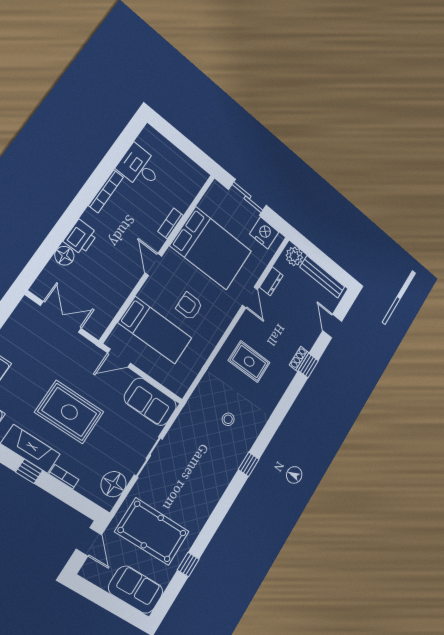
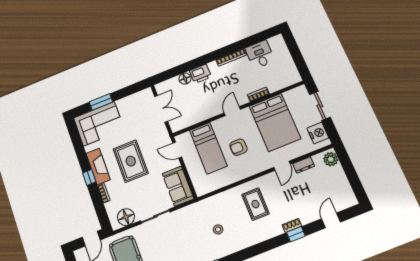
bench: (322, 277) -> (344, 184), removed
armchair: (189, 306) -> (238, 147), turned -90

